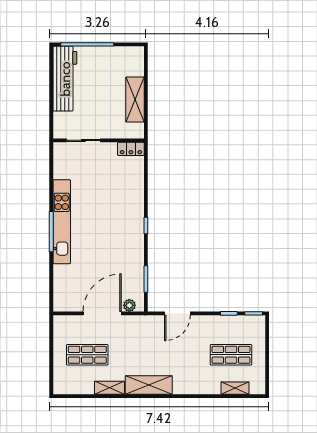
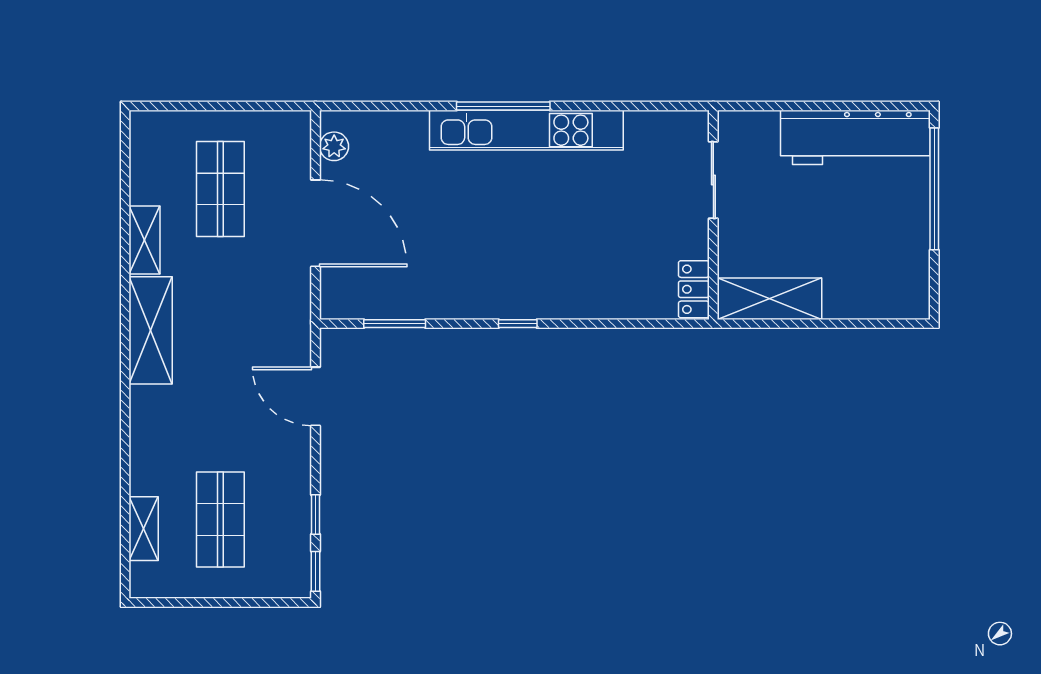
shelving: (135, 100) -> (770, 299), moved
plant: (129, 305) -> (334, 146), moved

